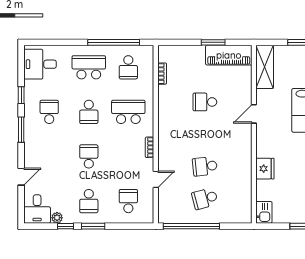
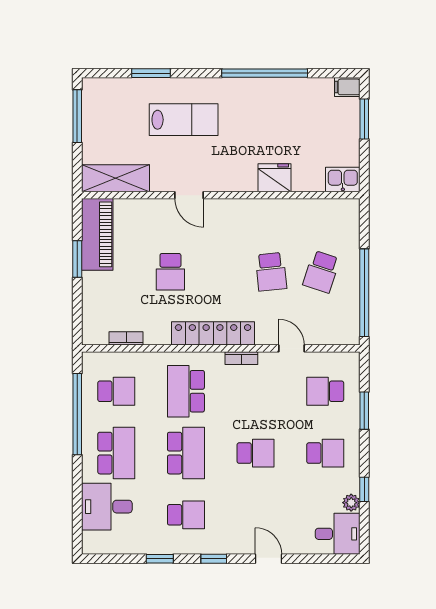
desk: (40, 64) -> (107, 507), moved, turned 90
school desk: (89, 67) -> (116, 453), turned 180
school desk: (49, 112) -> (186, 515), turned 180
school desk: (89, 112) -> (186, 453), width x1.85
locker: (165, 129) -> (213, 333), added
window: (21, 130) -> (214, 559), width x0.67
school desk: (89, 156) -> (256, 453), turned 180
door: (21, 177) -> (269, 559), moved
school desk: (205, 199) -> (321, 272), turned 33
window: (93, 226) -> (364, 411), moved

